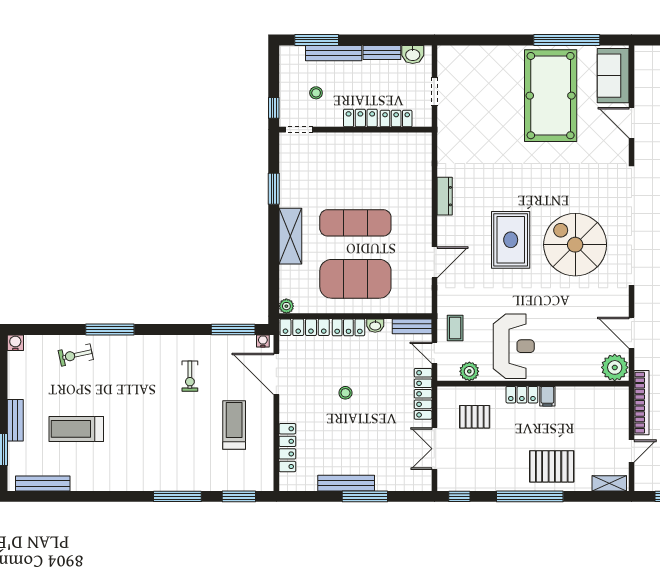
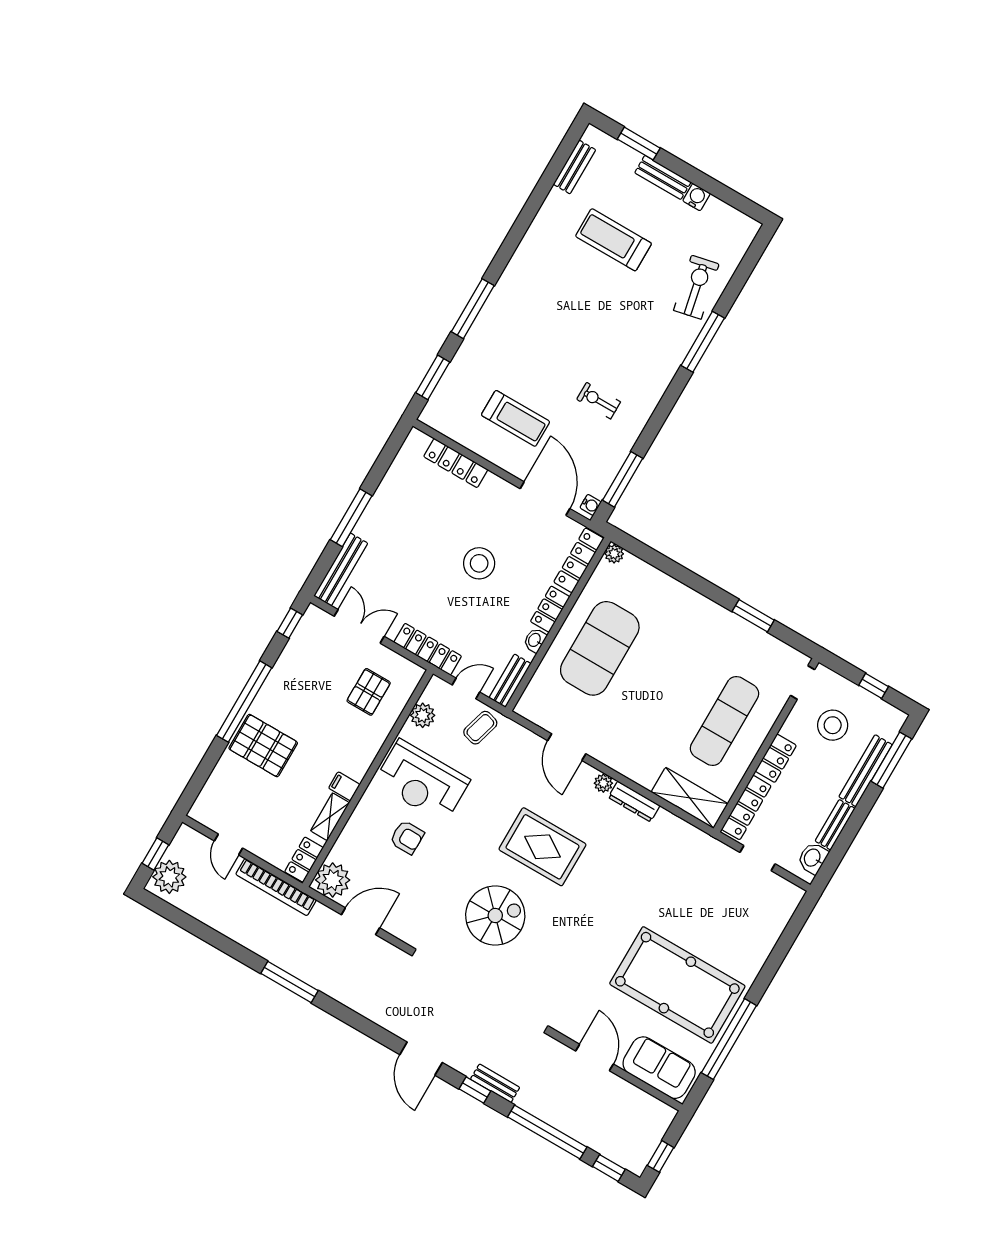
stool: (316, 93) -> (833, 725), width x1.89, depth x1.89
window: (274, 108) -> (874, 686), moved
locker: (396, 119) -> (746, 808), width x1.53
door: (632, 123) -> (595, 1058), hinge flipped
exercise mat: (355, 223) -> (725, 721), moved
plant: (444, 224) -> (603, 783), added
shelving: (290, 236) -> (690, 798), moved
spiral stairs: (575, 245) -> (495, 915), width x0.73, depth x0.73
coffee table: (455, 328) -> (480, 728), turned -74
armchair: (557, 334) -> (407, 837), added
water cooler: (15, 343) -> (696, 197), moved, turned -90
exercise bike: (76, 355) -> (696, 287), width x1.38, depth x1.39
door: (276, 374) -> (545, 499), hinge flipped
stool: (345, 393) -> (479, 563), width x1.89, depth x1.89
locker: (522, 395) -> (304, 860), moved
treadmill: (76, 429) -> (614, 240), turned -90
pallet: (552, 466) -> (263, 746), turned 90
bench: (43, 483) -> (575, 167), width x0.73
bench: (346, 483) -> (341, 569), moved
shelving: (609, 483) -> (330, 817), moved

